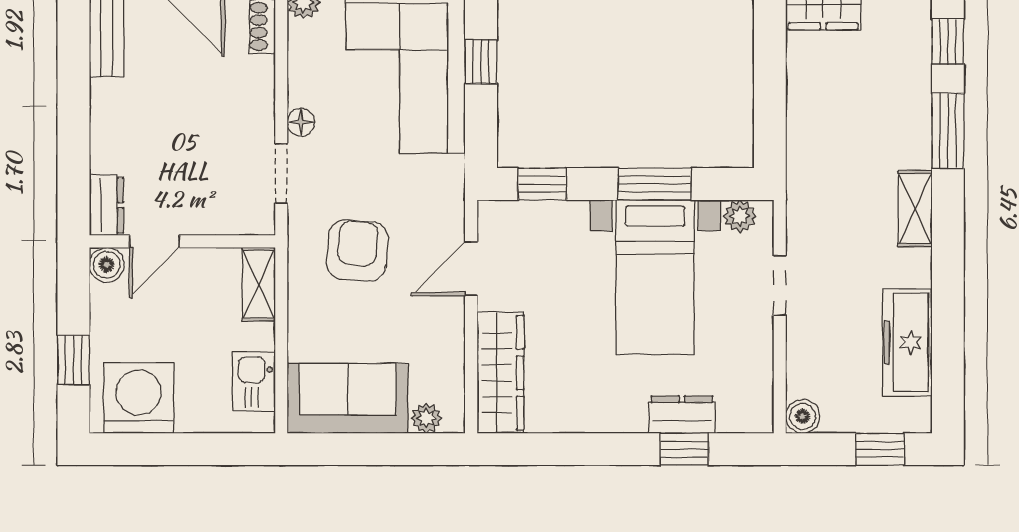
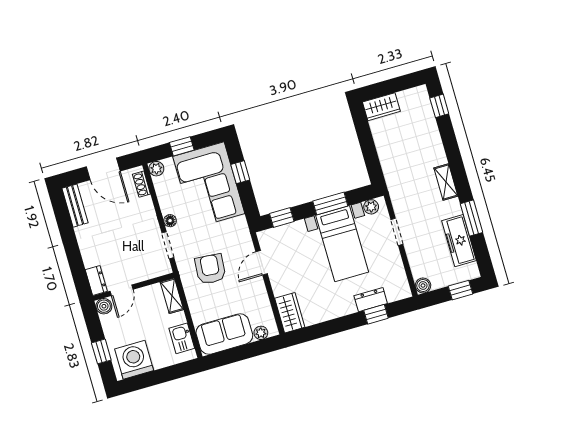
window: (948, 131) -> (472, 218), moved
wardrobe: (500, 373) -> (290, 313), width x0.67

